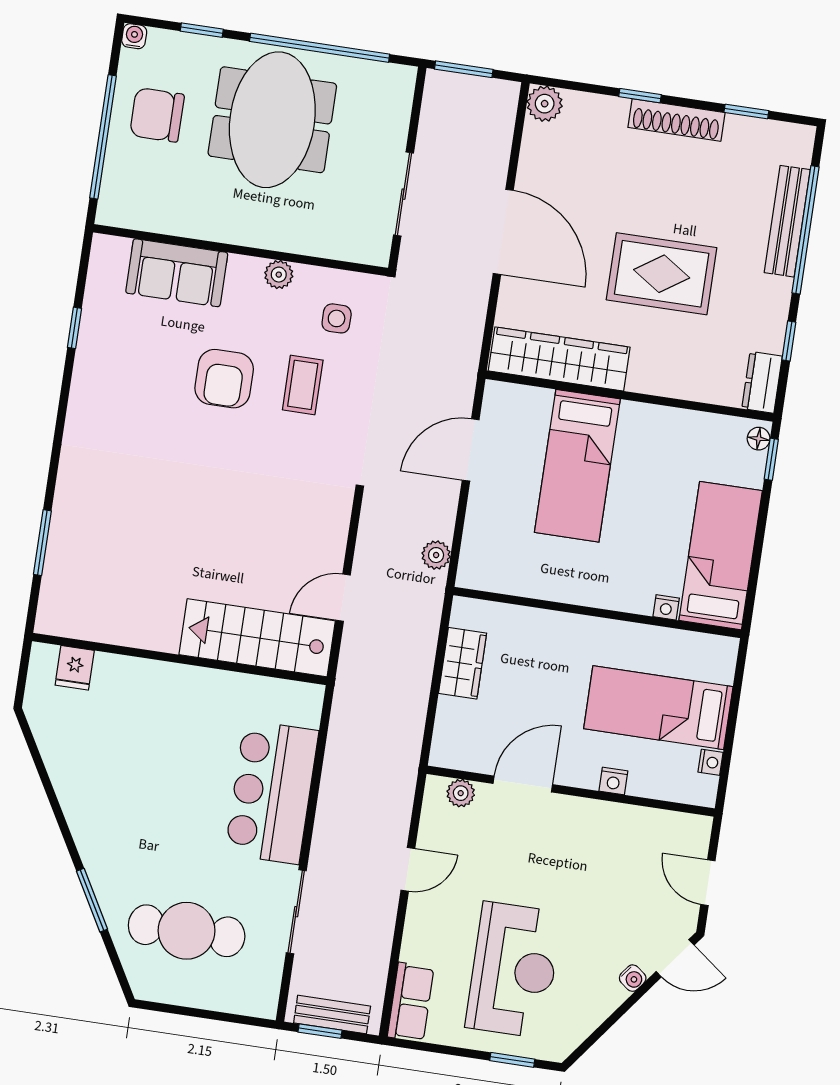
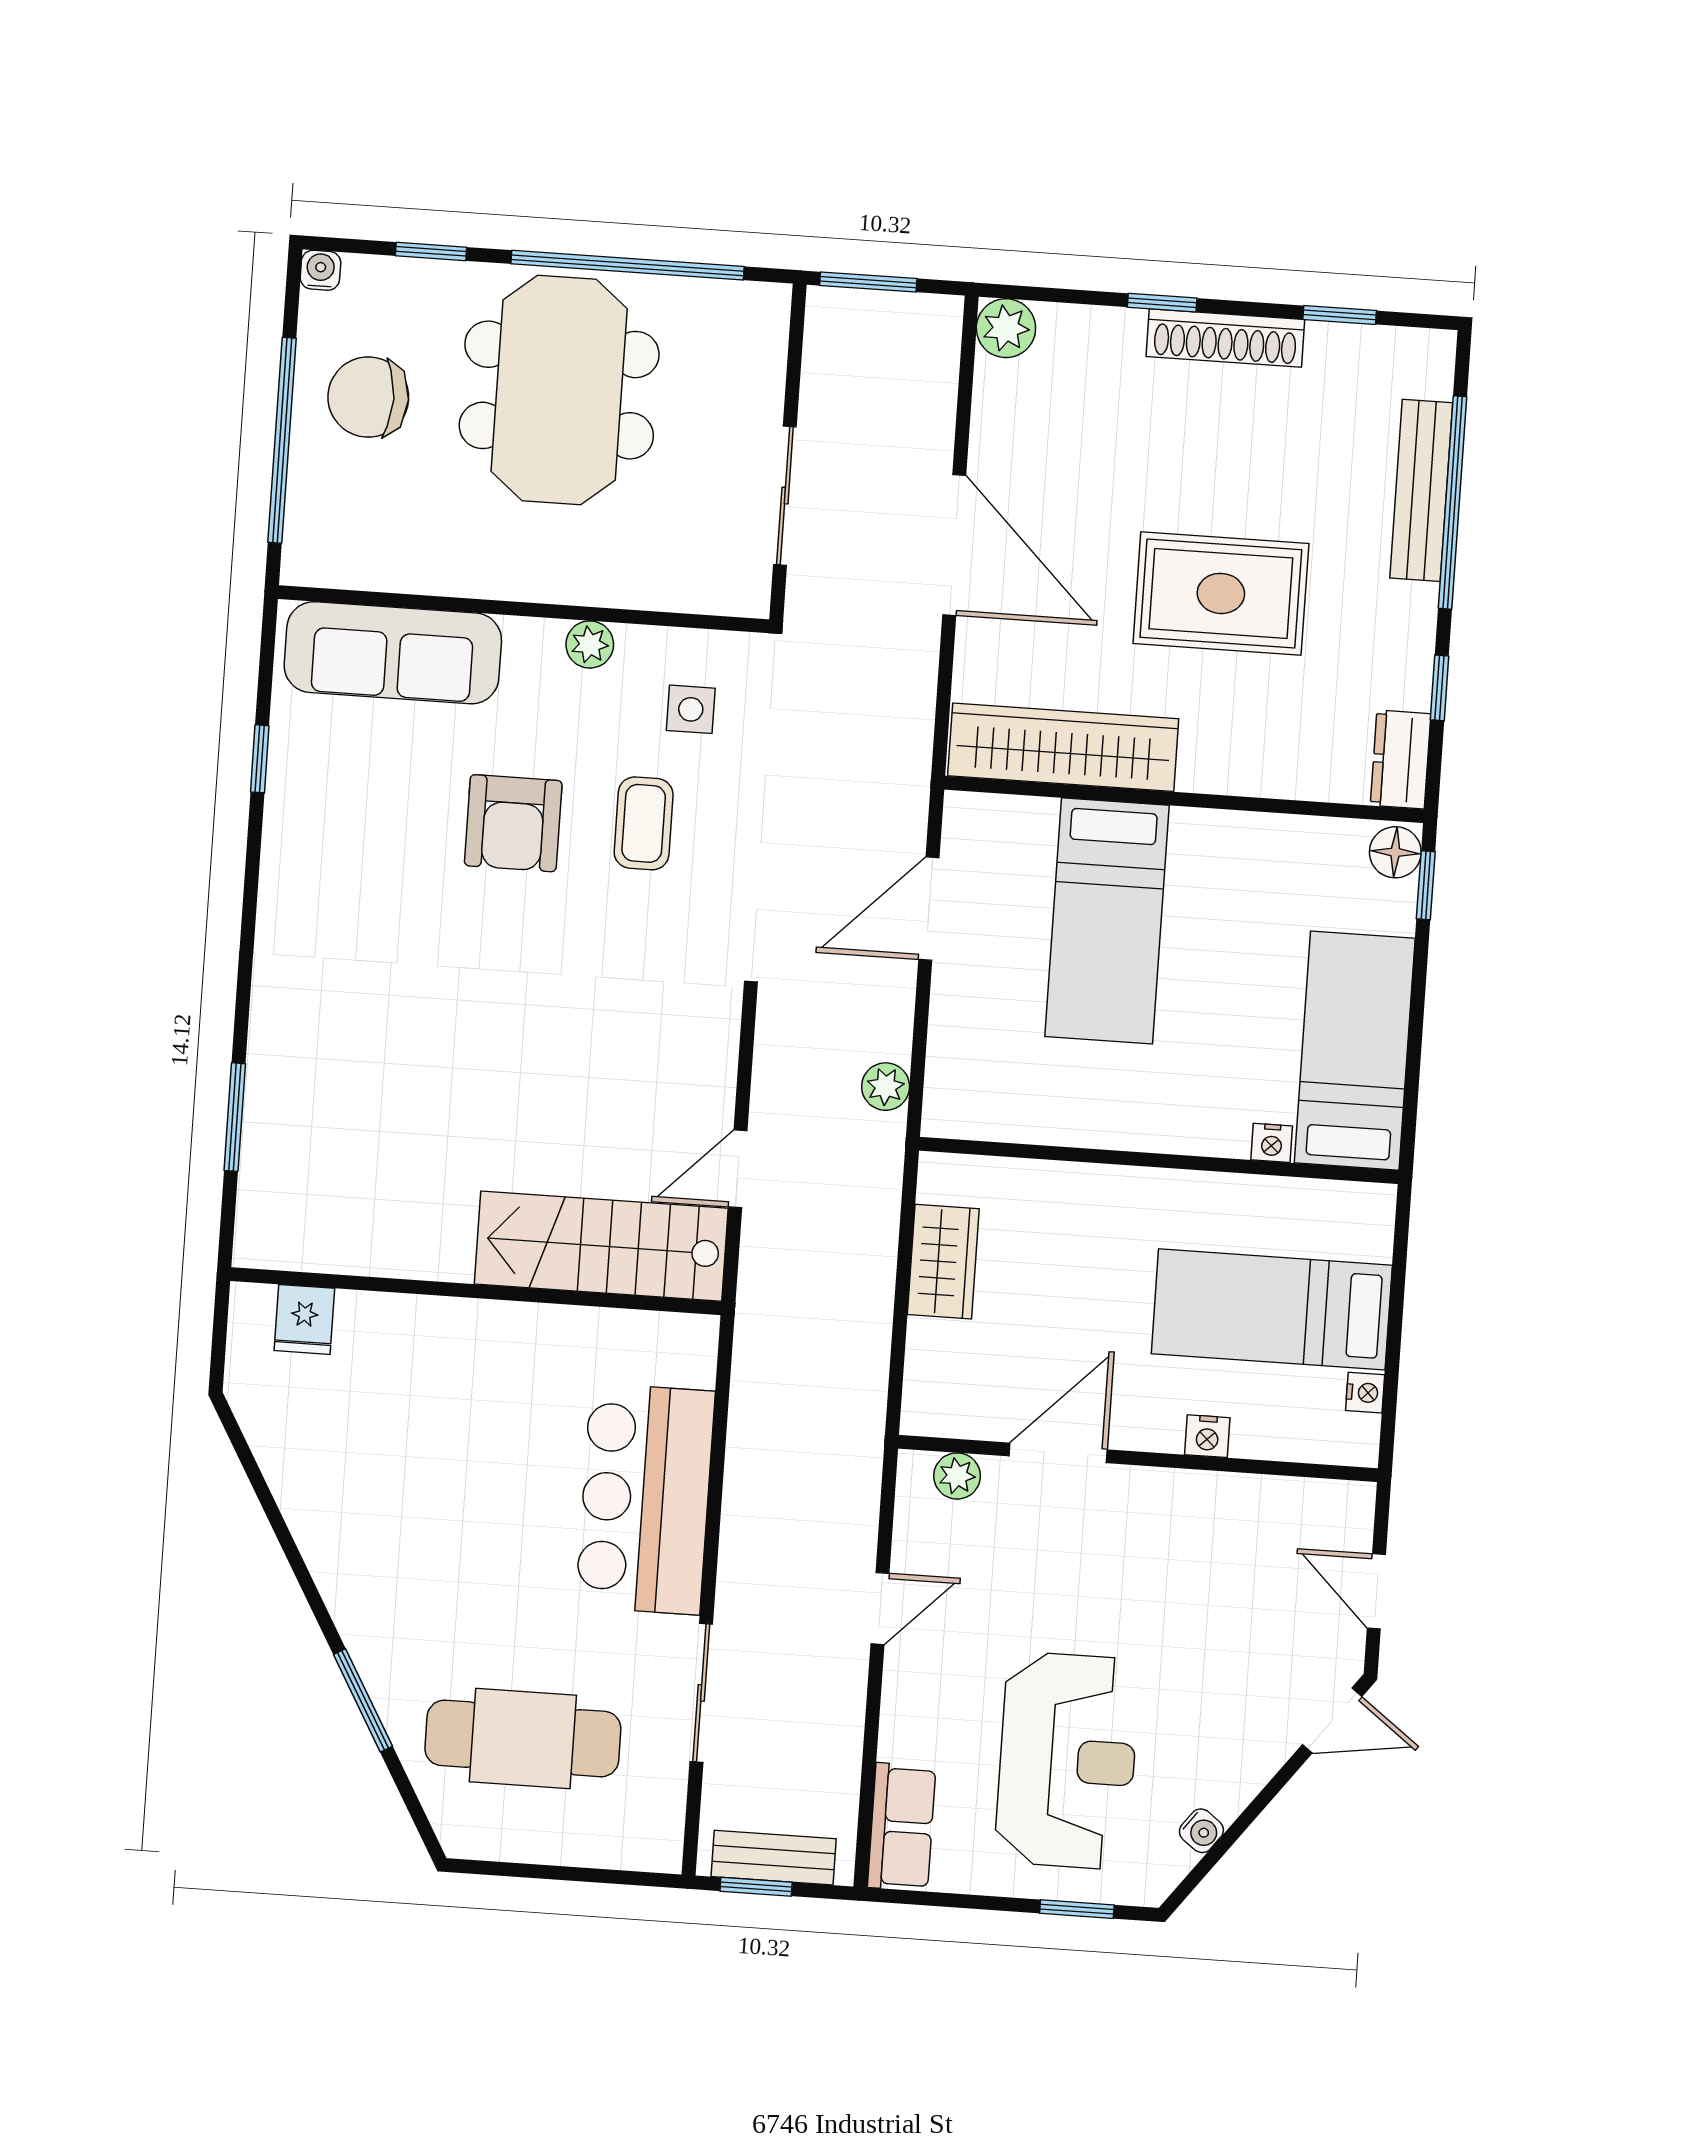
sofa: (177, 273) -> (393, 653), width x1.36
floor lamp: (759, 439) -> (1395, 852), width x1.37, depth x1.37
water cooler: (633, 978) -> (1201, 1831), moved

